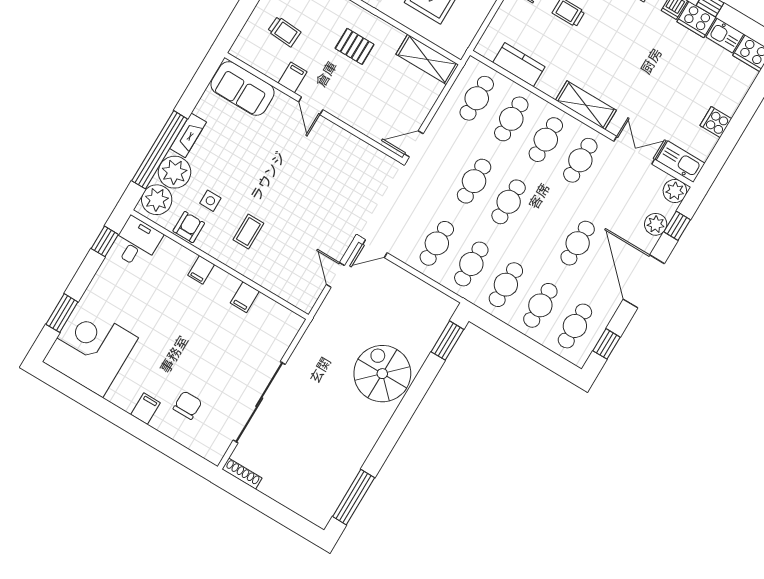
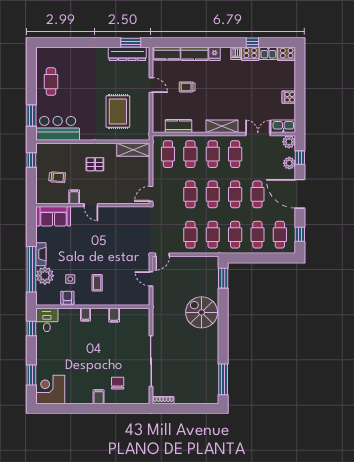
plant: (157, 200) -> (44, 294), removed
cafe table: (543, 222) -> (235, 194), added
corner desk: (90, 350) -> (50, 389), width x0.74, depth x0.74

